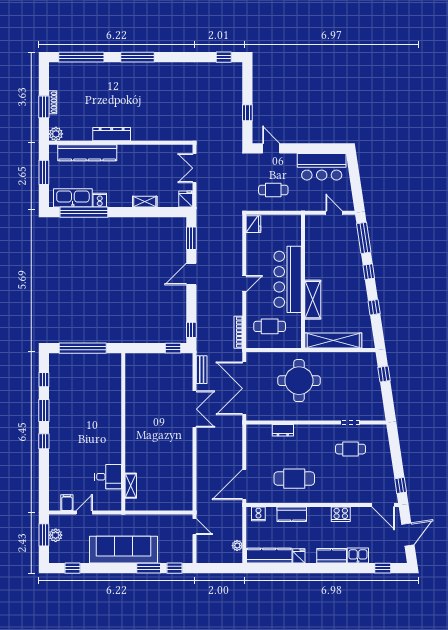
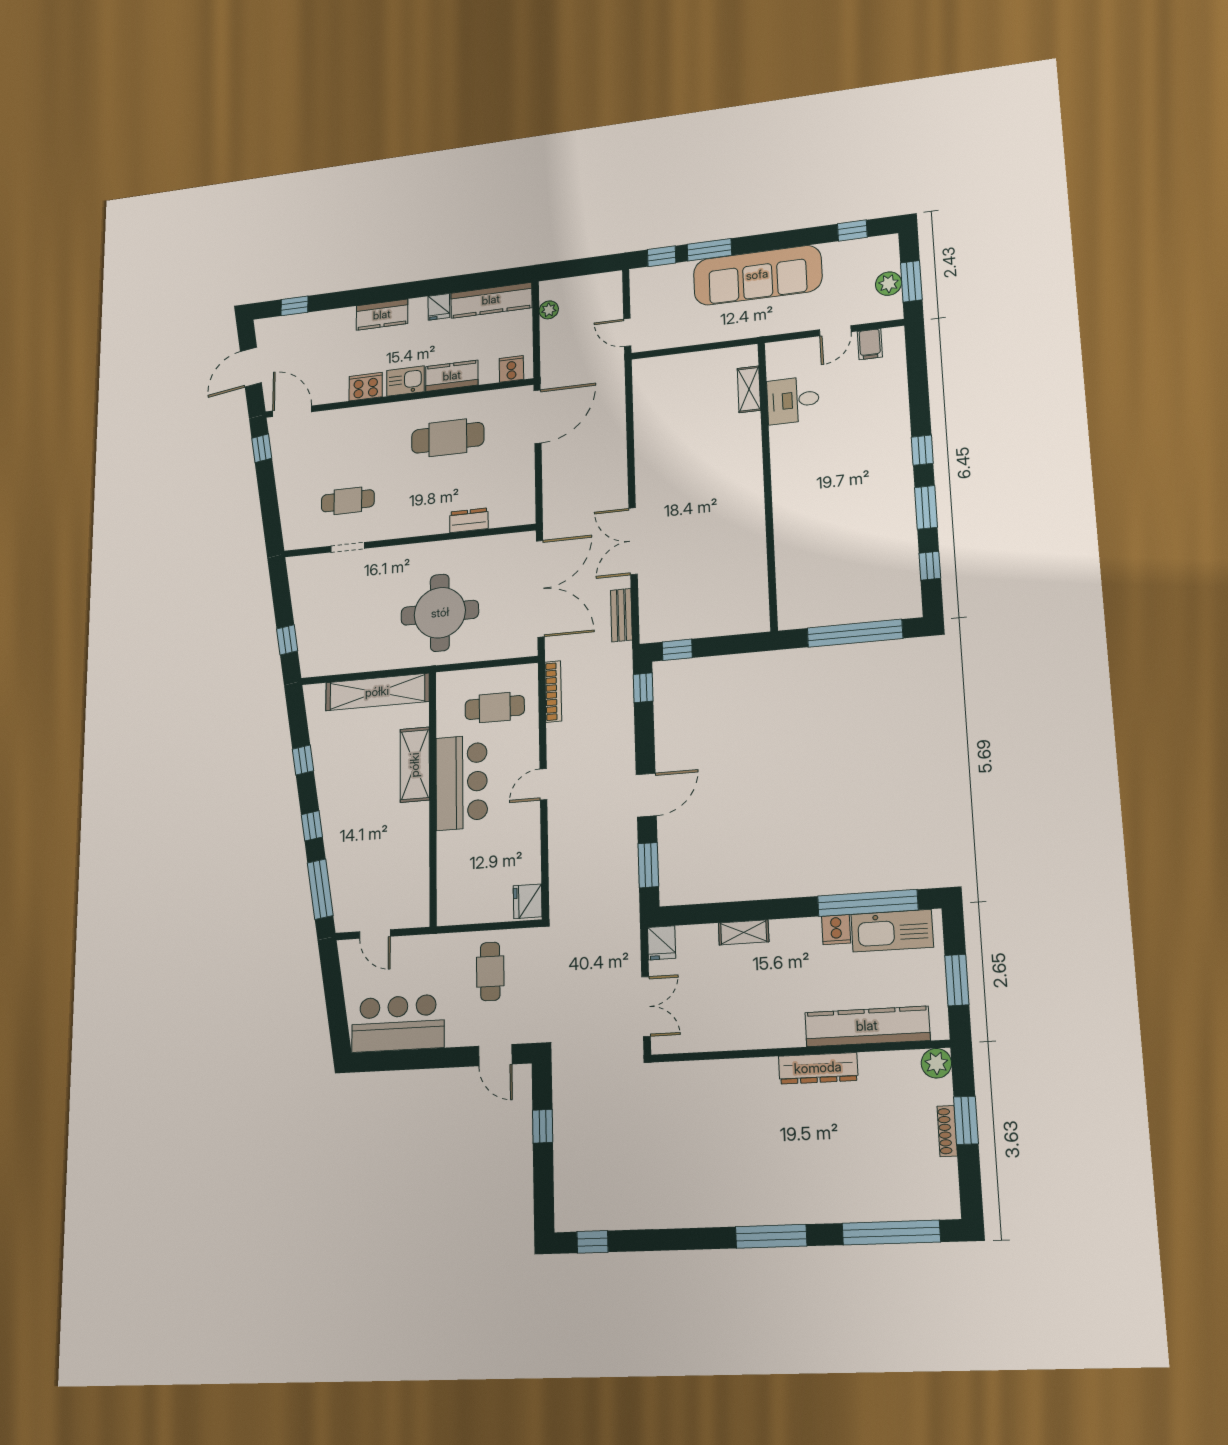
cafe table: (273, 190) -> (490, 971), turned 90
bar counter: (288, 279) -> (462, 782), width x0.73
kitchen sink: (358, 555) -> (405, 381), moved, turned 180

